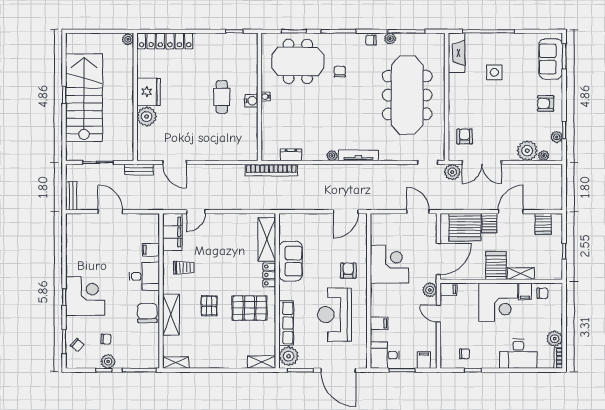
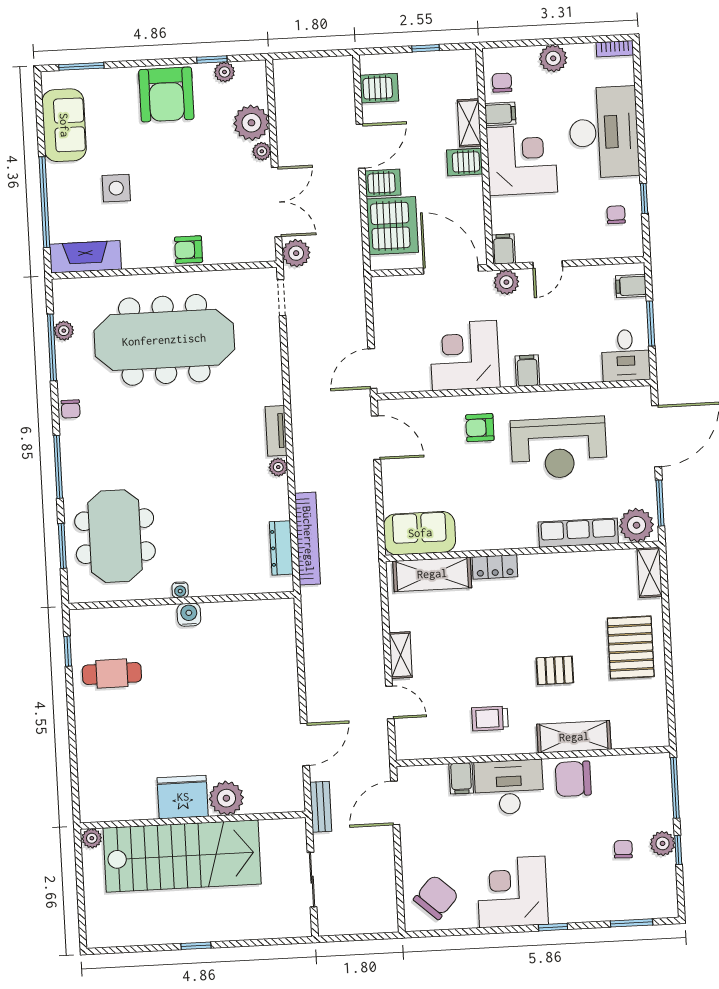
plant: (390, 39) -> (64, 331), moved
locker: (165, 41) -> (91, 772), removed
sofa: (551, 59) -> (64, 125), moved, turned -90
chair: (340, 72) -> (129, 461), removed
cafe table: (222, 97) -> (112, 674), moved
stairs: (84, 98) -> (182, 856), moved, turned 180
armchair: (546, 103) -> (166, 94), width x1.88, depth x1.88
armchair: (465, 136) -> (189, 250), moved
dresser: (291, 155) -> (281, 548), width x1.44
tv unit: (358, 155) -> (276, 431), width x0.71
plant: (544, 156) -> (262, 151), moved
bookcase: (271, 170) -> (308, 539), moved
bench: (71, 196) -> (373, 924), removed
door: (110, 212) -> (395, 803), moved
door: (418, 212) -> (372, 369), moved
door: (511, 212) -> (361, 146), swing flipped
filing cabinet: (172, 232) -> (428, 742), removed
sofa: (291, 261) -> (420, 533), moved
server rack: (496, 266) -> (465, 162), width x0.73, depth x0.70
trolley: (184, 268) -> (490, 719), turned -90
desk: (144, 276) -> (509, 787), width x1.37
corner desk: (85, 296) -> (512, 892), moved
pallet: (249, 308) -> (631, 647), moved
filing cabinet: (379, 323) -> (527, 371), moved
plant: (555, 339) -> (553, 58), moved
chair: (77, 345) -> (436, 897), moved, width x1.87, depth x1.87
desk: (518, 354) -> (604, 132), width x1.36, depth x1.30
shelving: (176, 363) -> (401, 655), moved

